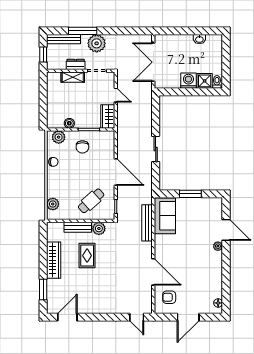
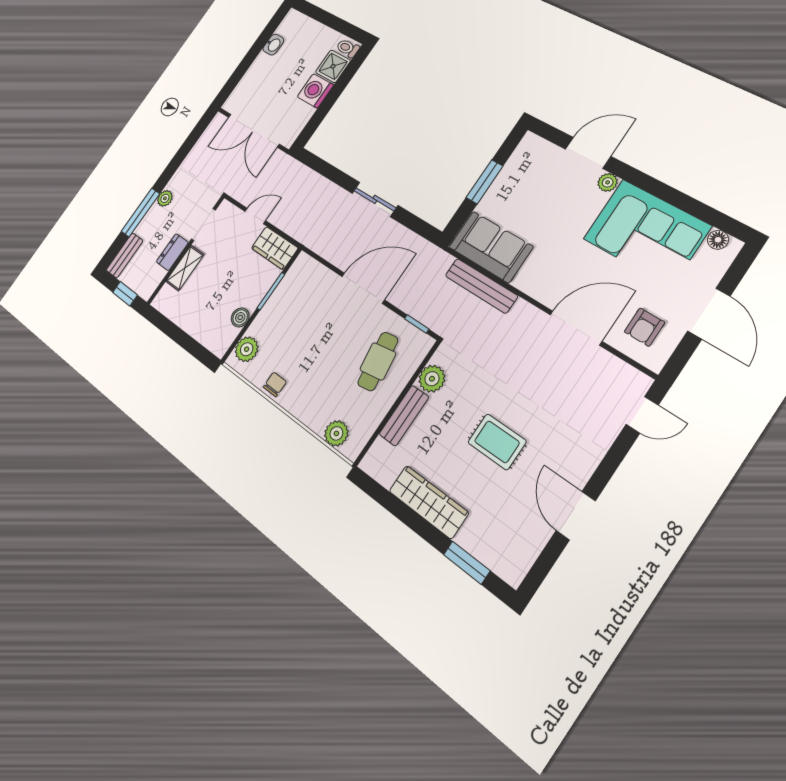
bench: (63, 39) -> (125, 255), width x0.73
plant: (97, 43) -> (165, 198), width x0.53, depth x0.53
chair: (82, 147) -> (288, 319), removed
cafe table: (91, 201) -> (378, 361), turned 33
rug: (87, 256) -> (497, 442), moved
corner sofa: (206, 275) -> (647, 232), added
door: (67, 317) -> (576, 516), moved

